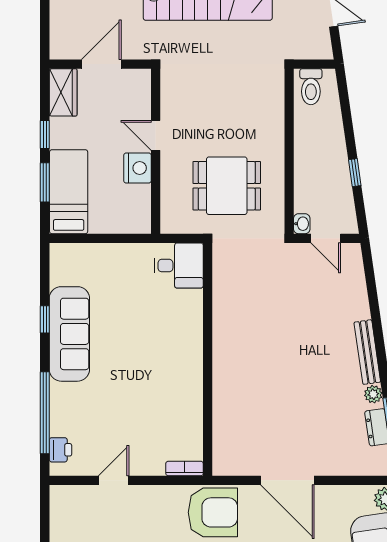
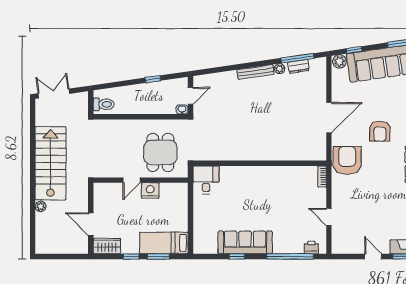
door: (156, 135) -> (132, 180), moved
wall: (156, 151) -> (141, 180), moved
nightstand: (137, 168) -> (150, 190), moved

